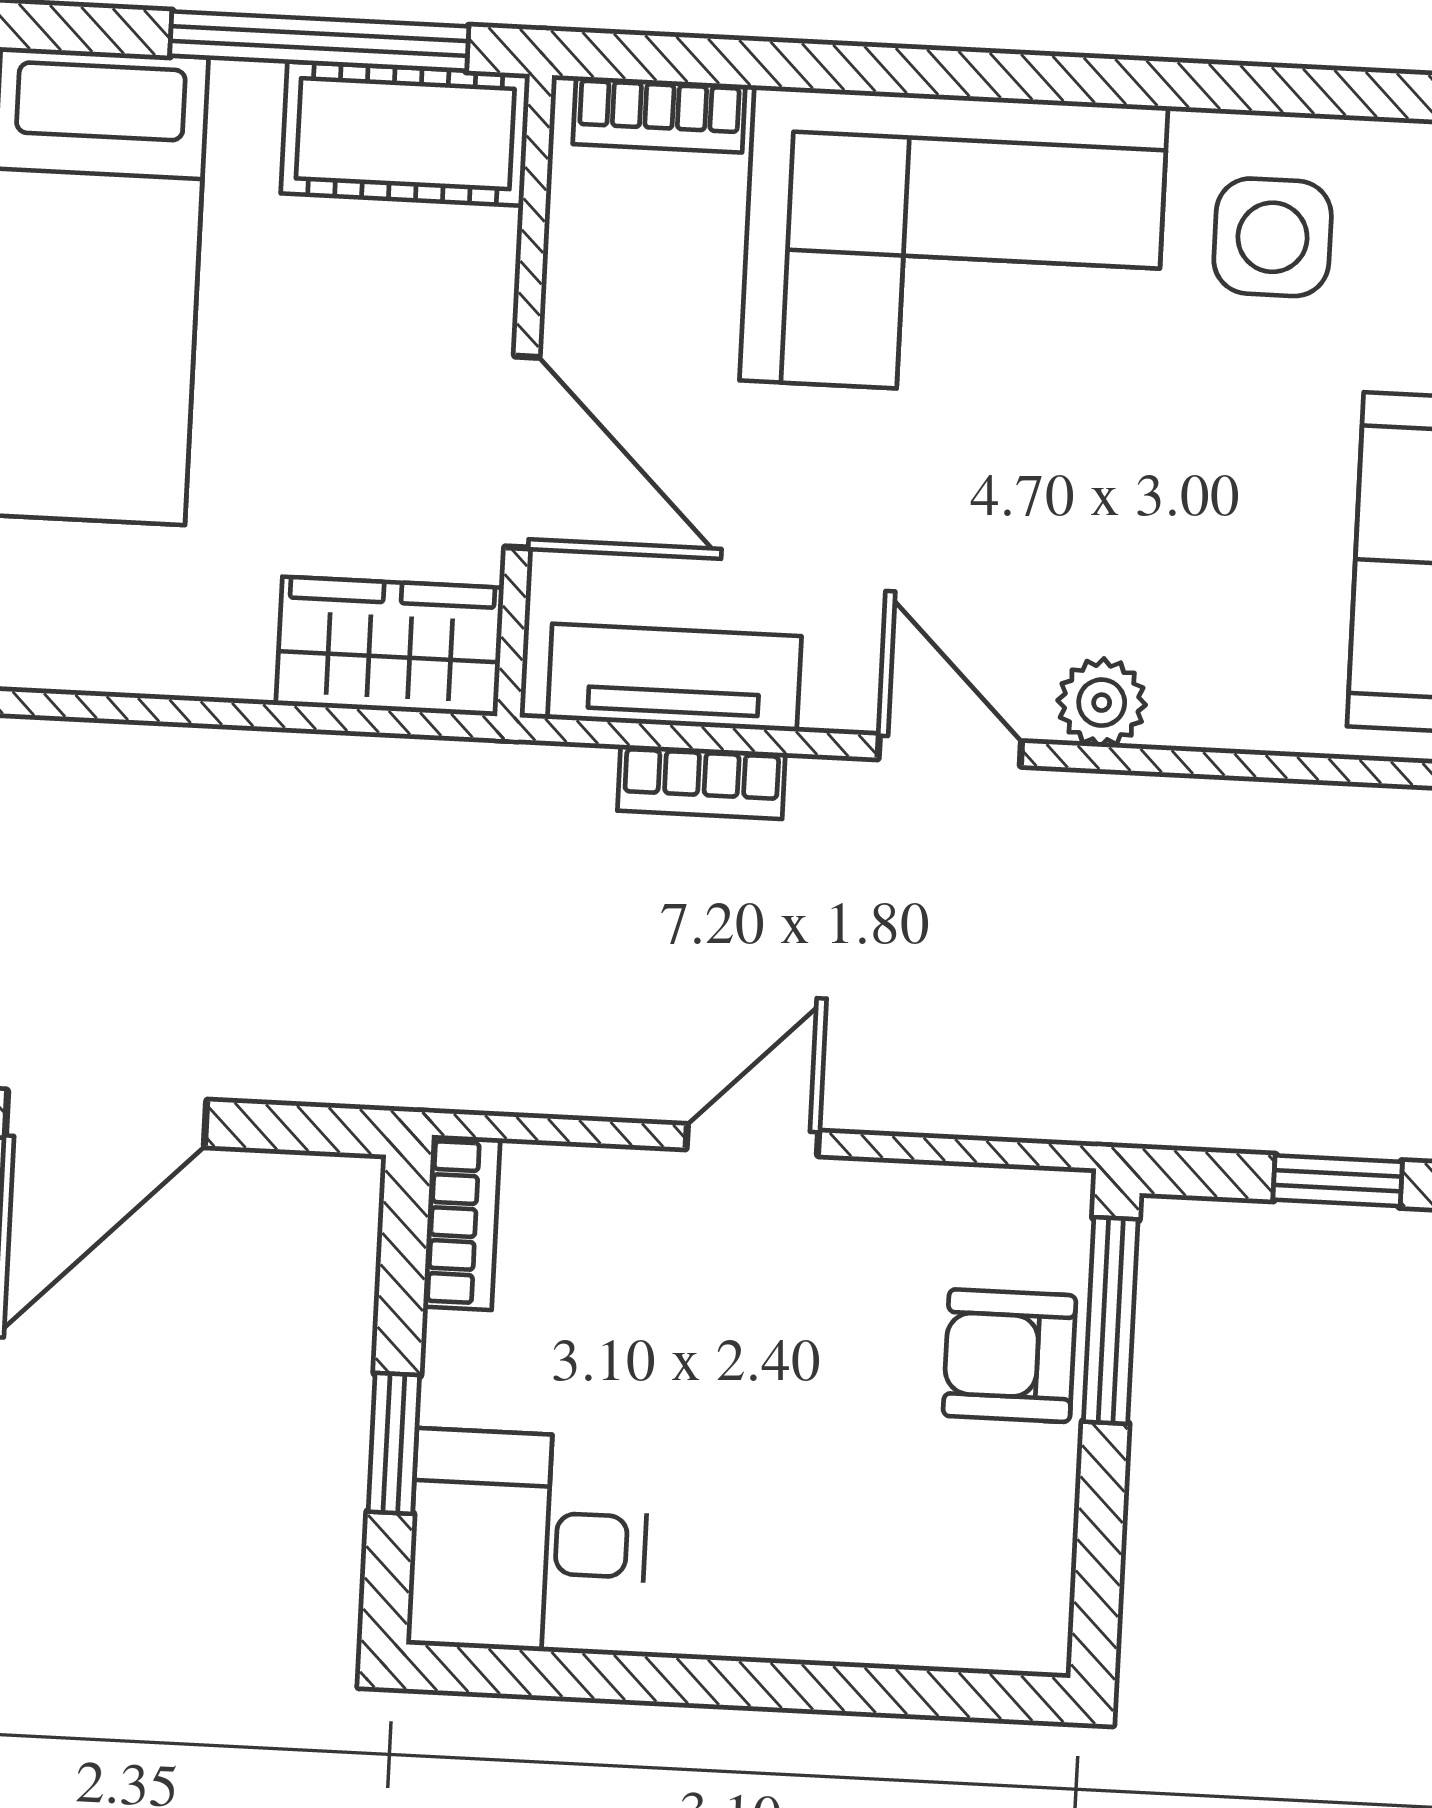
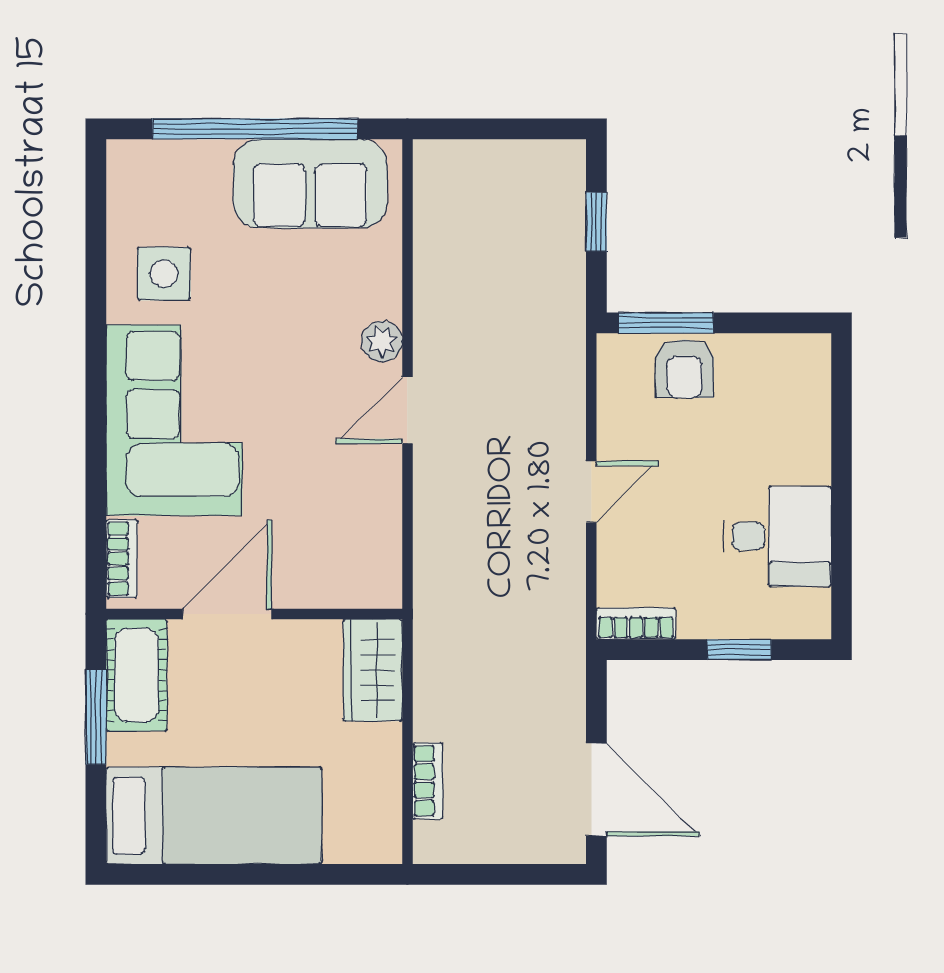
window: (319, 41) -> (96, 717), width x0.69
door: (522, 452) -> (227, 614), moved
tv unit: (674, 678) -> (380, 539), removed
bookcase: (701, 782) -> (428, 781), moved
door: (752, 1140) -> (591, 492), swing flipped
desk: (528, 1542) -> (777, 536), moved, turned -90

